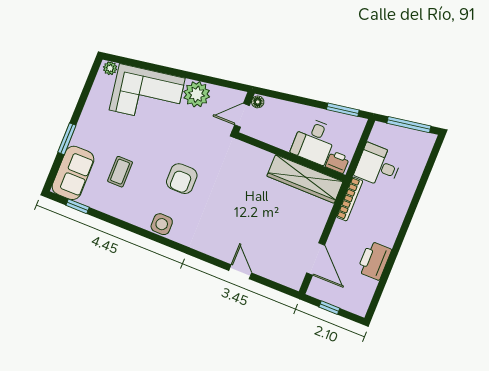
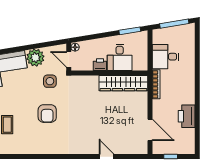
door: (242, 115) -> (69, 59), hinge flipped
printer: (337, 162) -> (100, 65), moved
side table: (162, 224) -> (50, 81), moved

